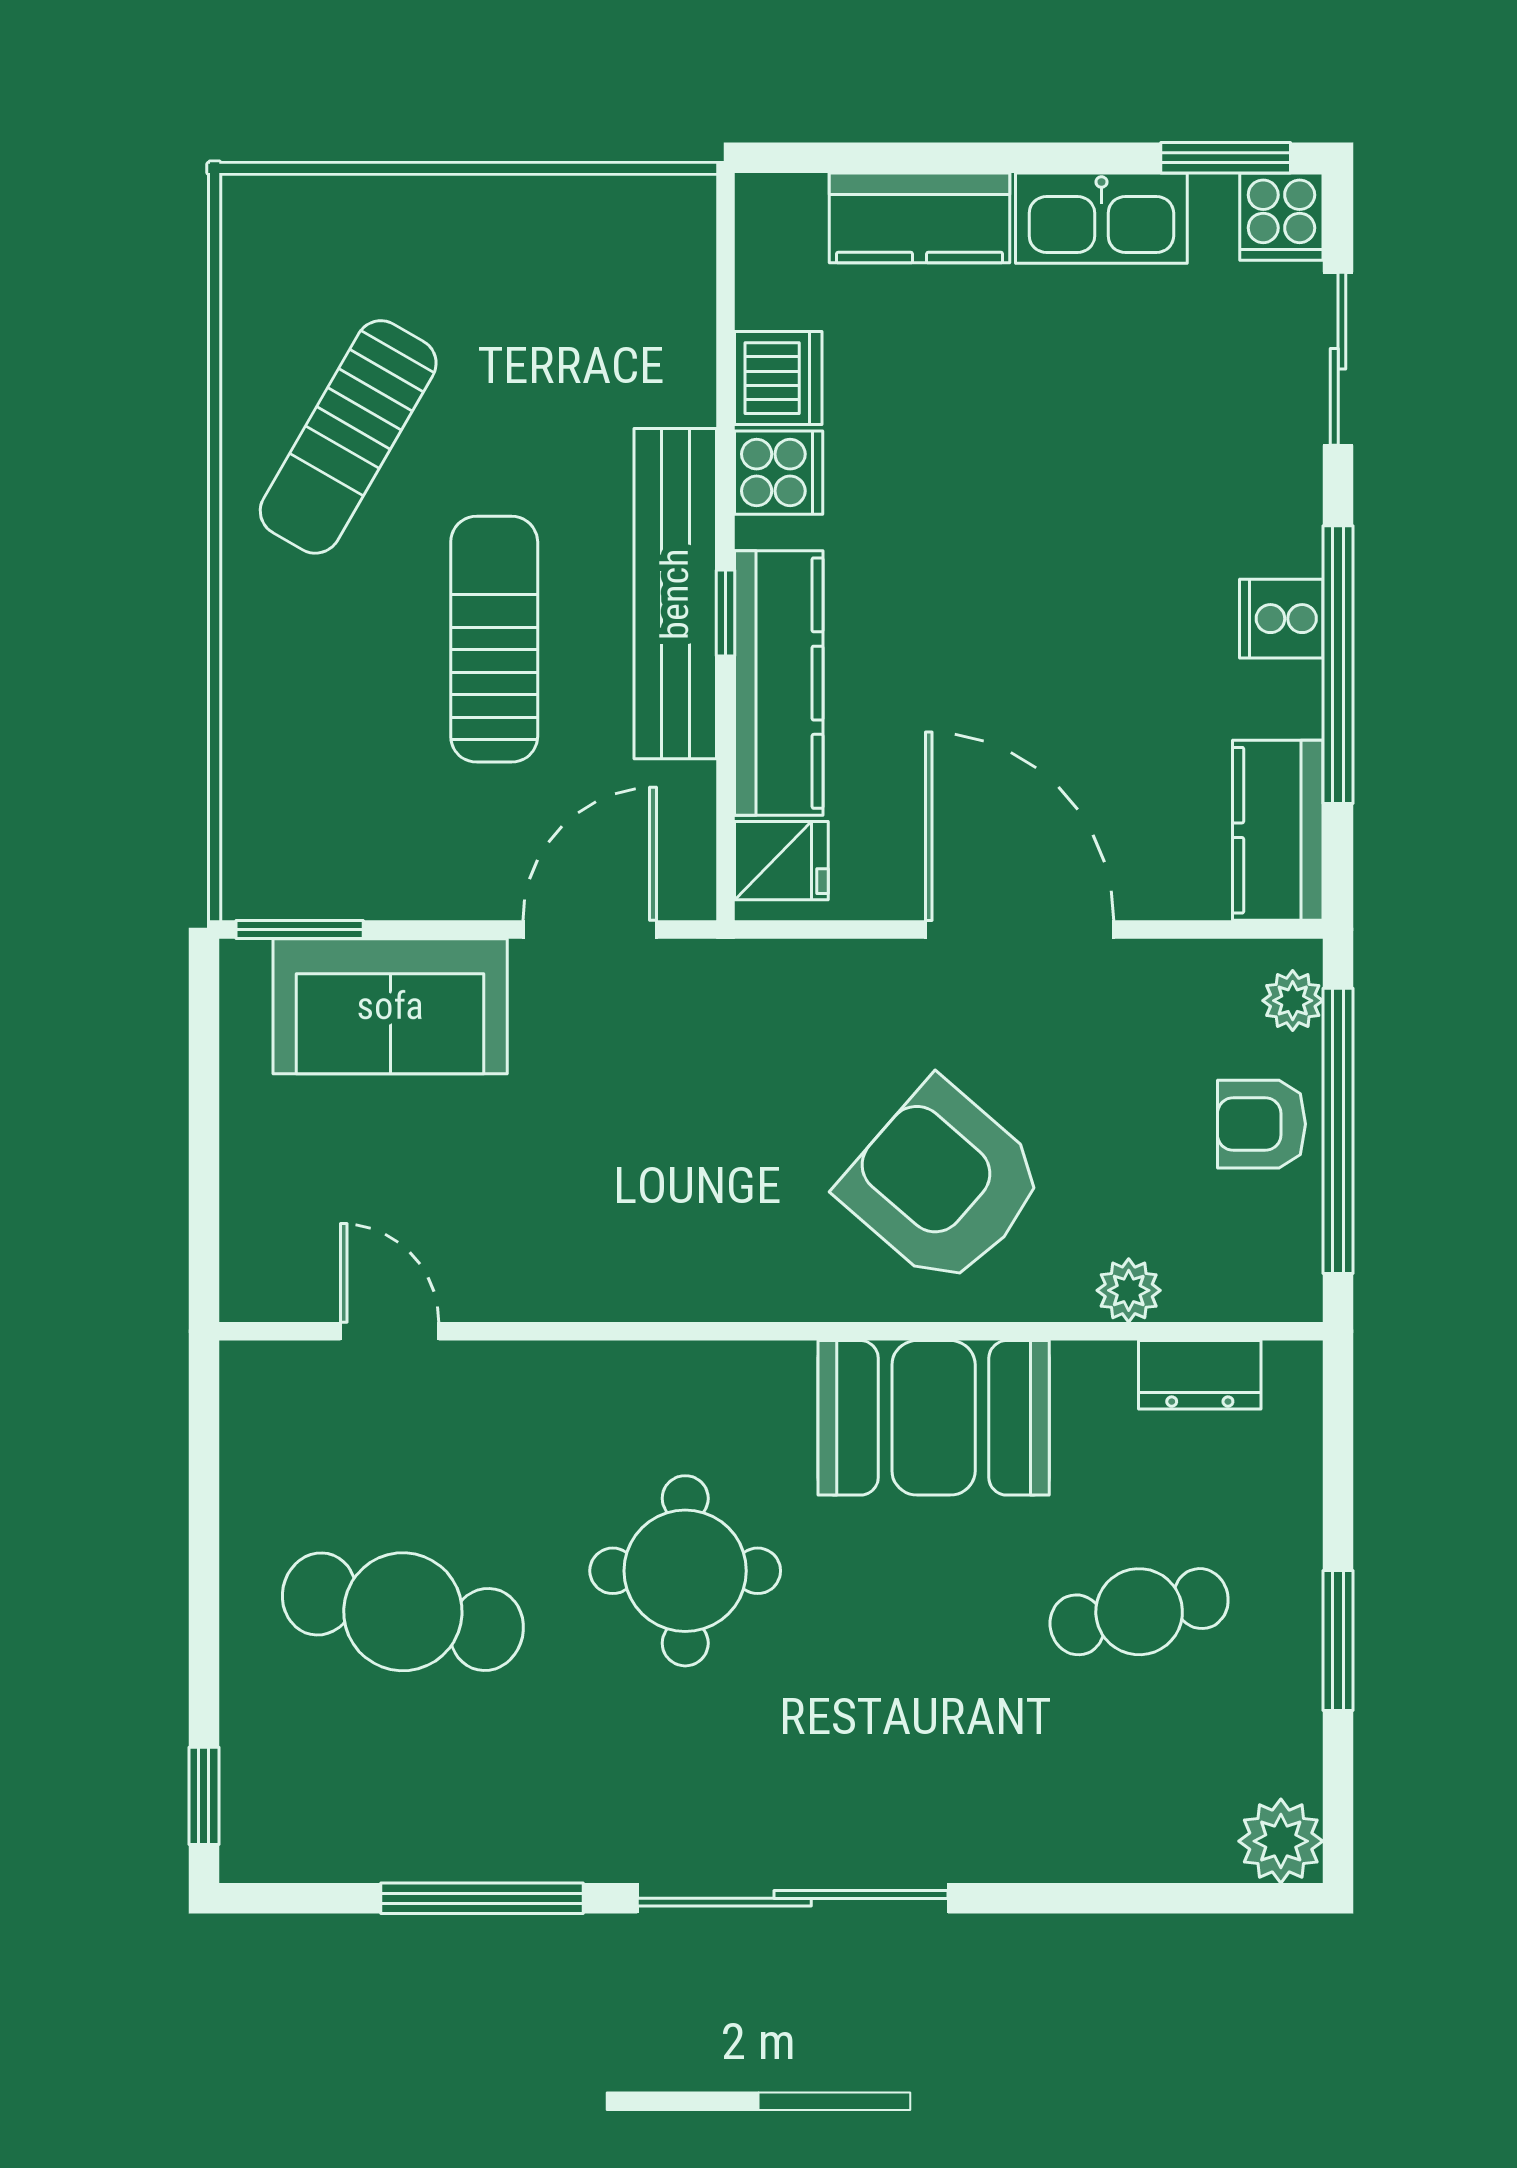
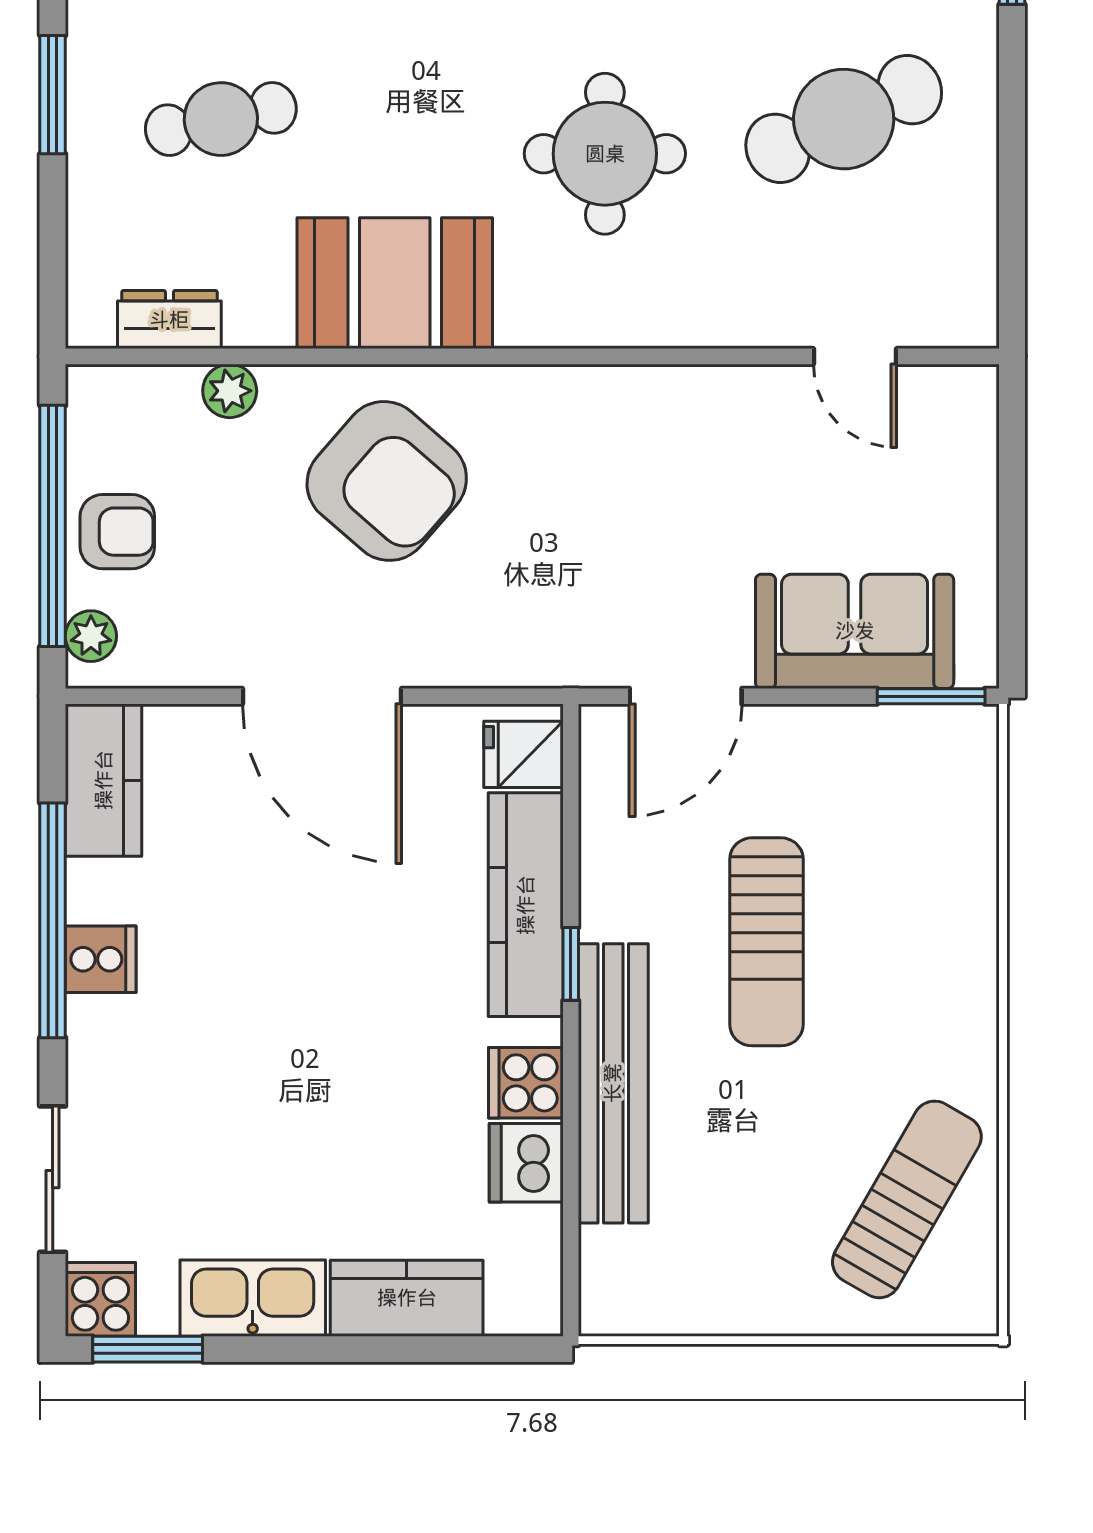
sun lounger: (348, 437) -> (907, 1199), moved
bench: (675, 594) -> (613, 1083), moved
cafe table: (403, 1612) -> (844, 119), turned -36

